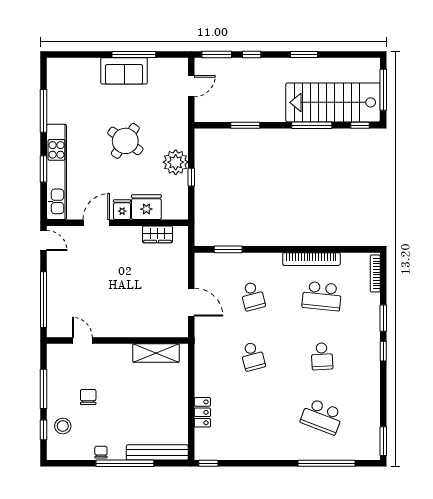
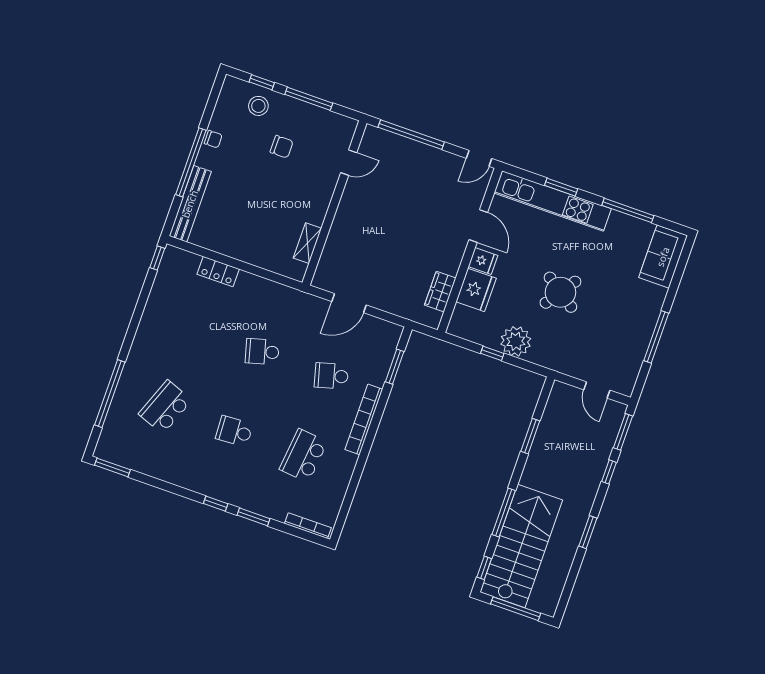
sofa: (124, 71) -> (663, 257), moved
bookcase: (311, 259) -> (364, 419), moved
shelving: (156, 353) -> (307, 243), width x0.67, depth x0.75

